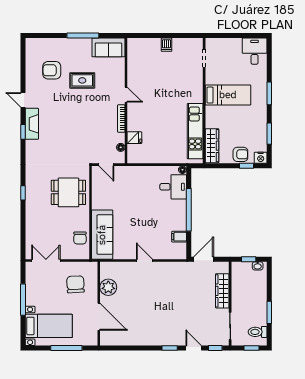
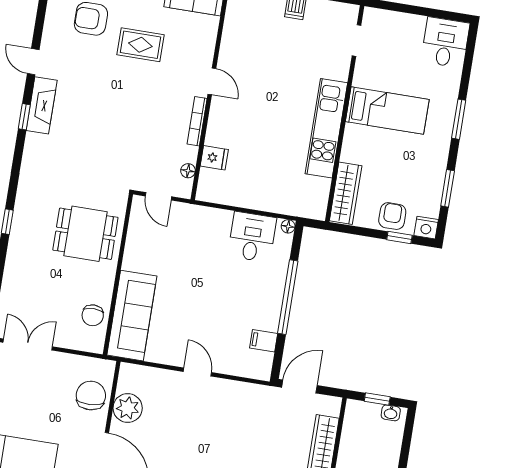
kitchen unit: (195, 131) -> (326, 128), moved
armchair: (240, 154) -> (392, 216), turned -90
desk: (173, 187) -> (252, 237), moved, turned -90
chair: (75, 284) -> (91, 396), moved

